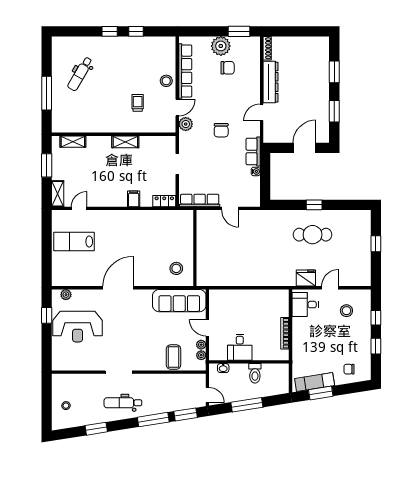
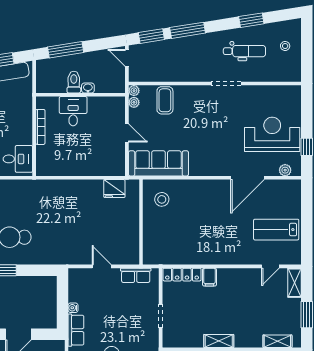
locker: (164, 201) -> (182, 275), width x1.53
row of seats: (200, 201) -> (136, 275), width x0.68
lab bench: (74, 241) -> (276, 230), turned 180
fridge: (306, 278) -> (114, 189), moved
door: (118, 288) -> (248, 178), moved
plant: (201, 345) -> (134, 91), moved
desk: (240, 347) -> (73, 111), moved
washbasin: (223, 368) -> (88, 88), moved
dental chair: (123, 403) -> (244, 51), moved
window: (247, 405) -> (66, 50), moved

